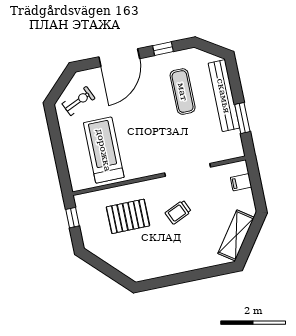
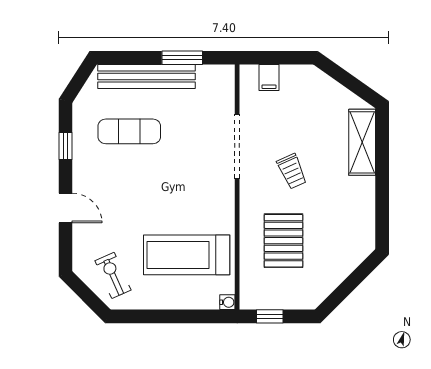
door: (119, 58) -> (65, 208), width x0.53
water cooler: (76, 186) -> (227, 302), added
shelving: (236, 235) -> (362, 142), moved, turned 55

